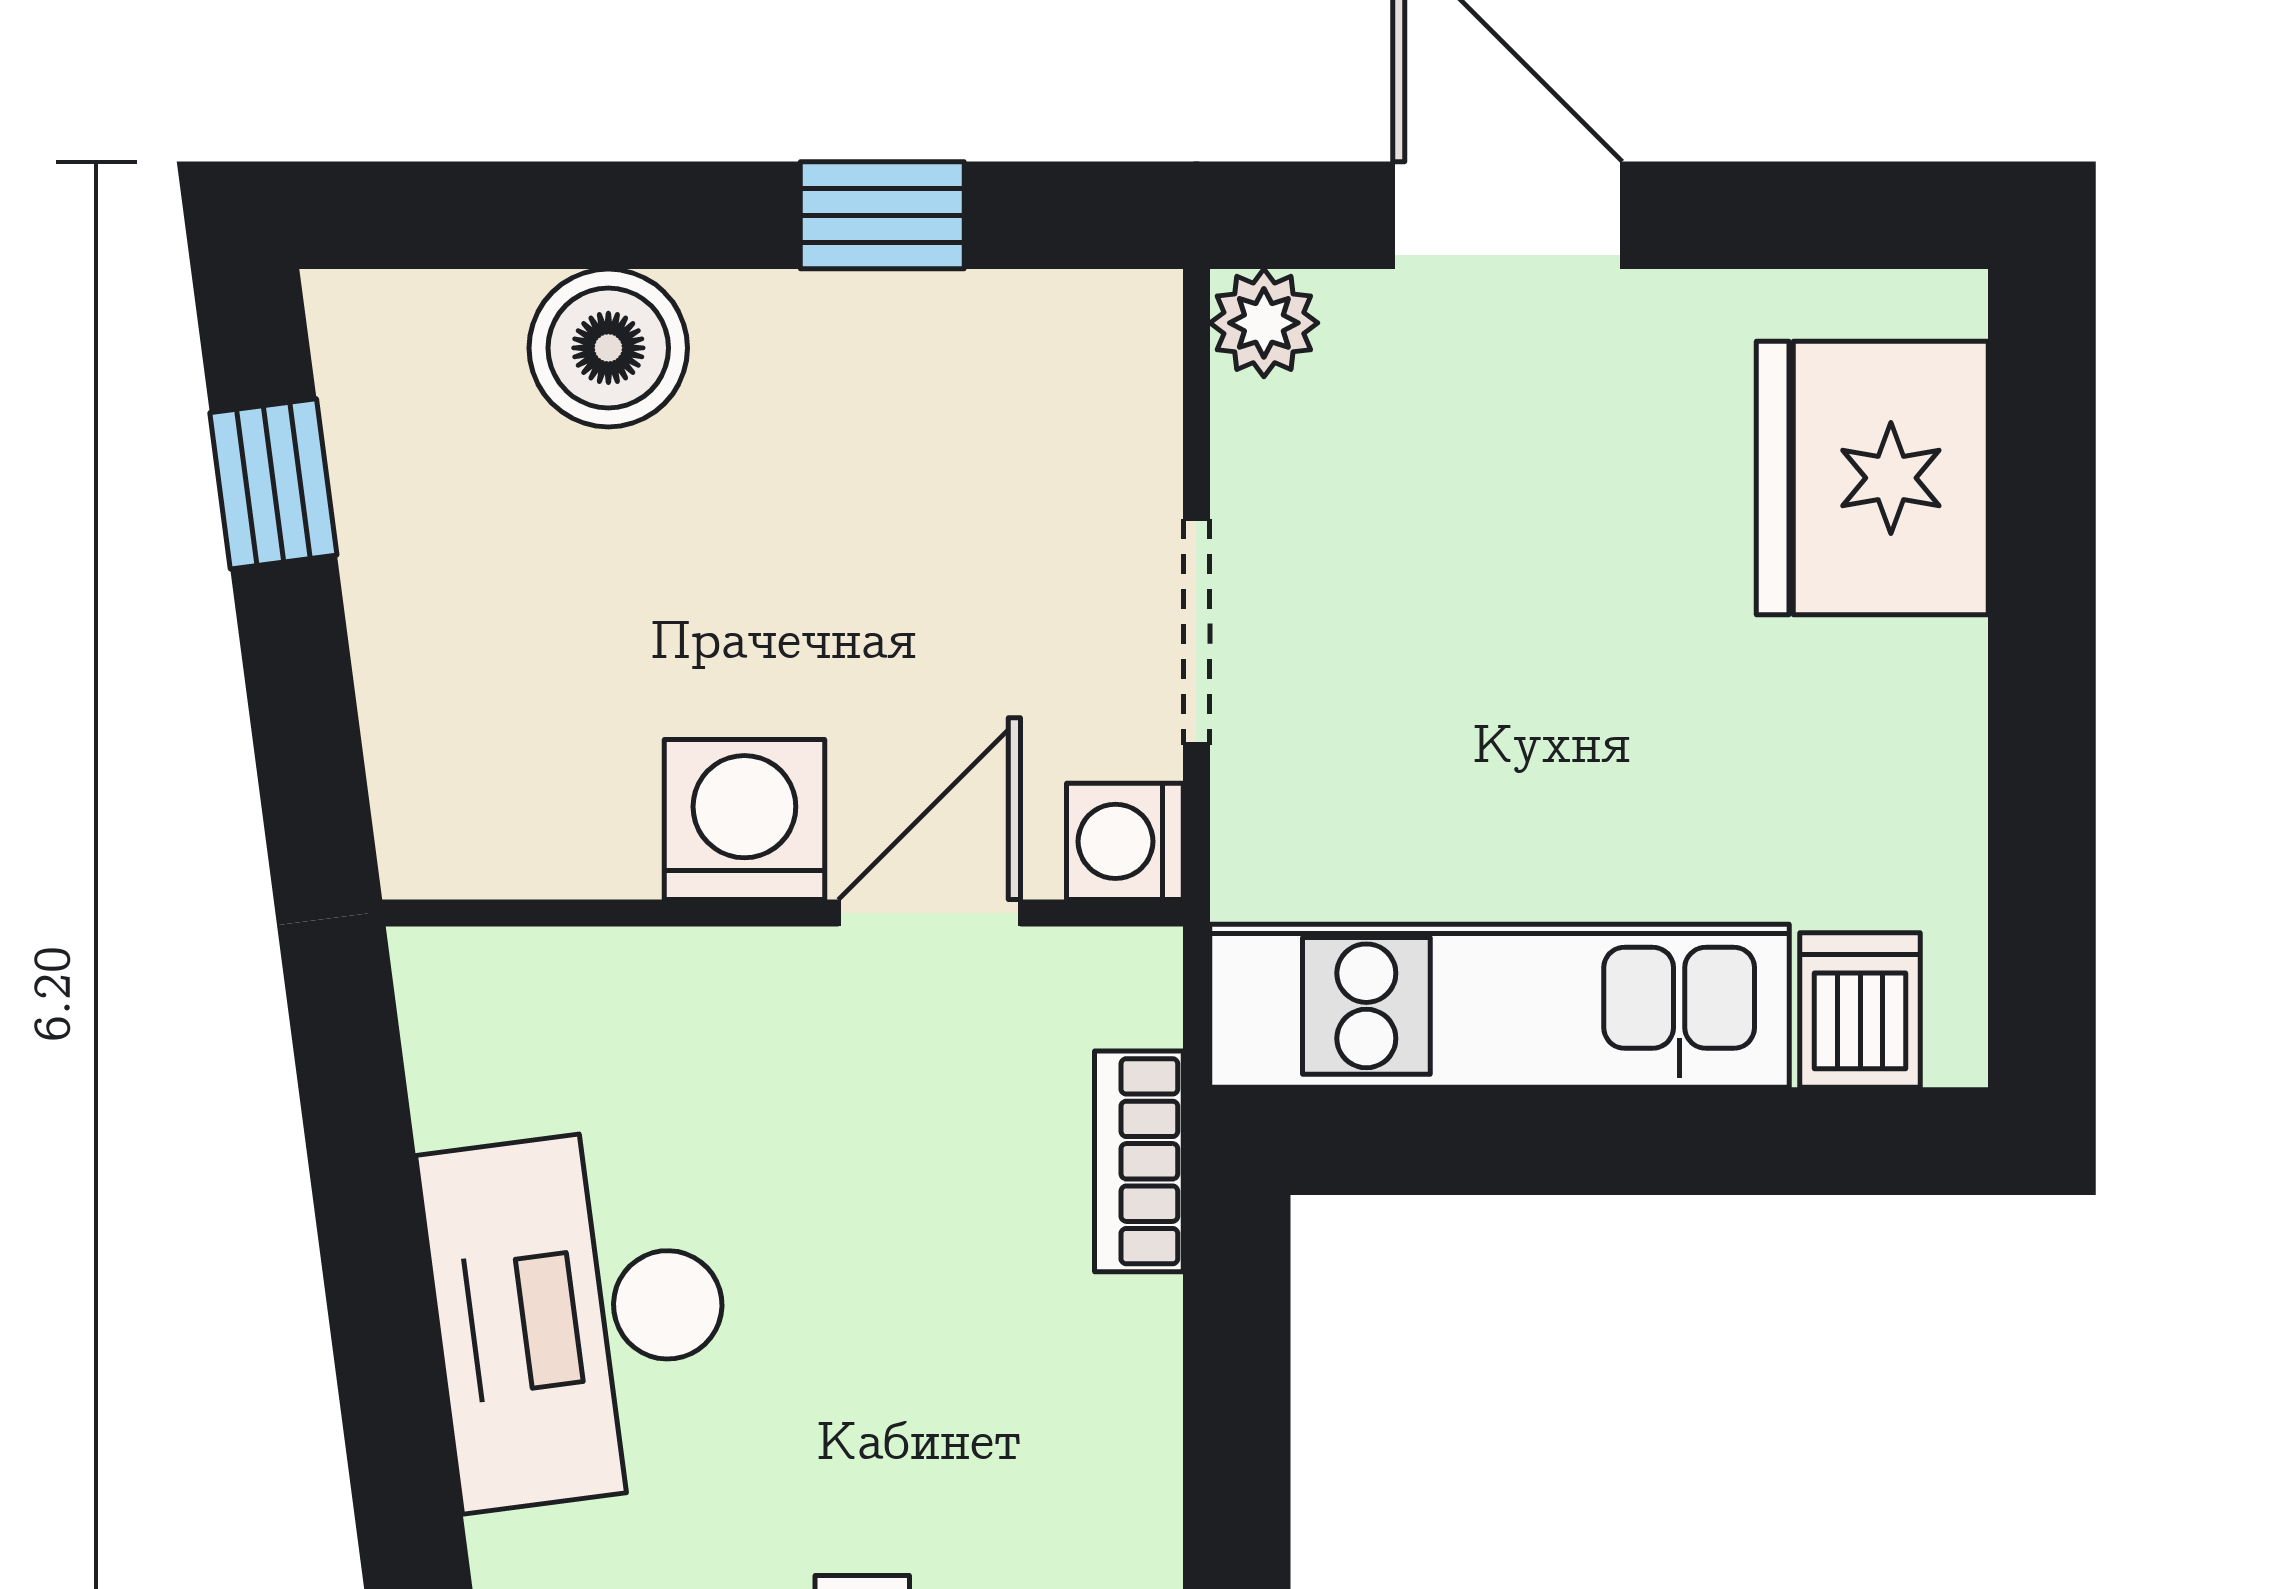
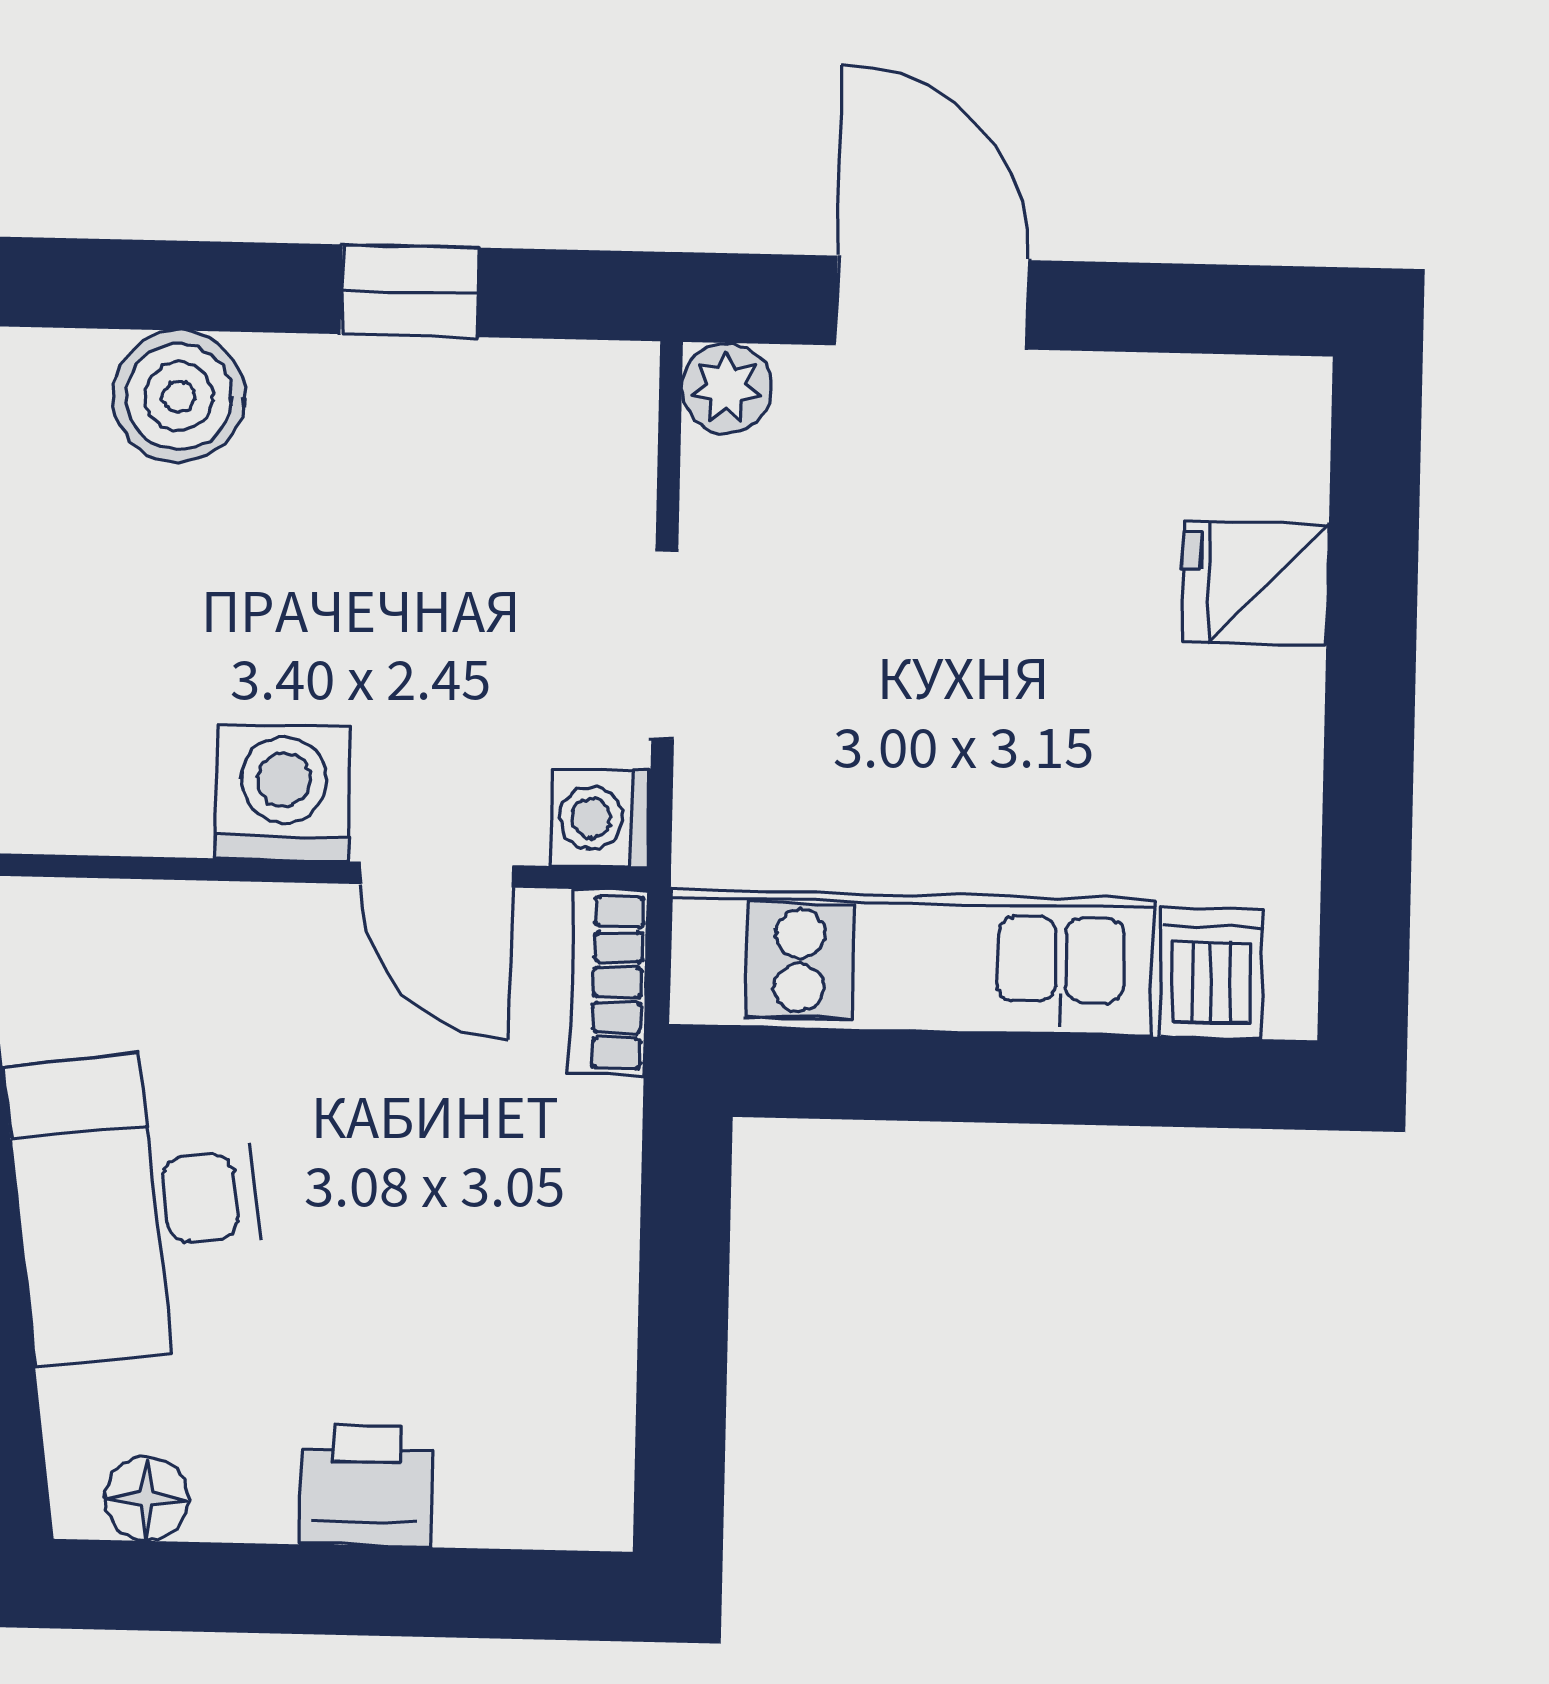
fridge: (1872, 478) -> (1255, 583), width x0.53, depth x0.75
door: (929, 913) -> (436, 875), swing flipped
bookcase: (1139, 1161) -> (609, 982), moved

